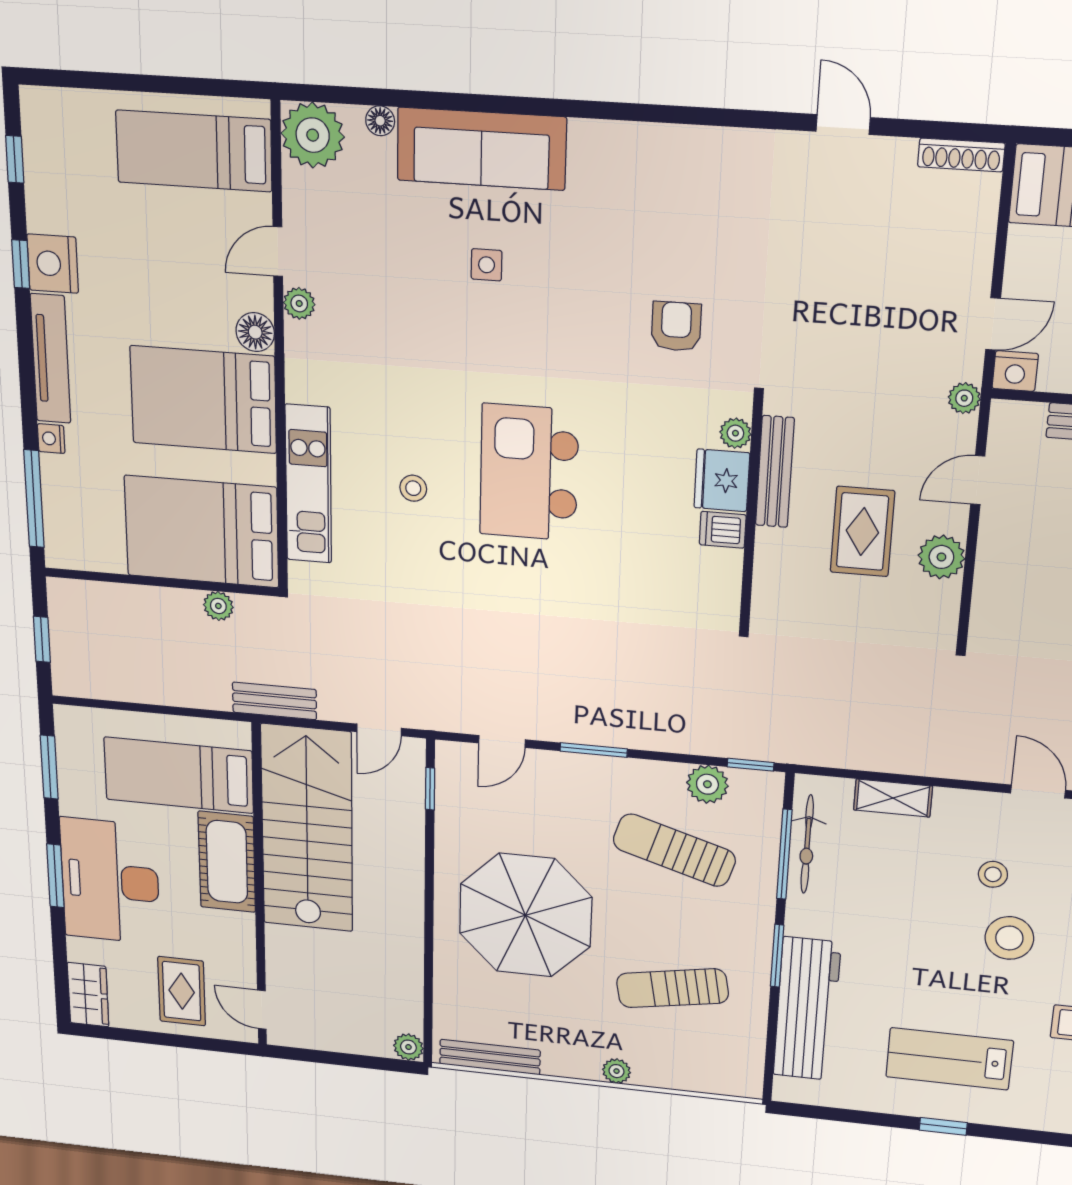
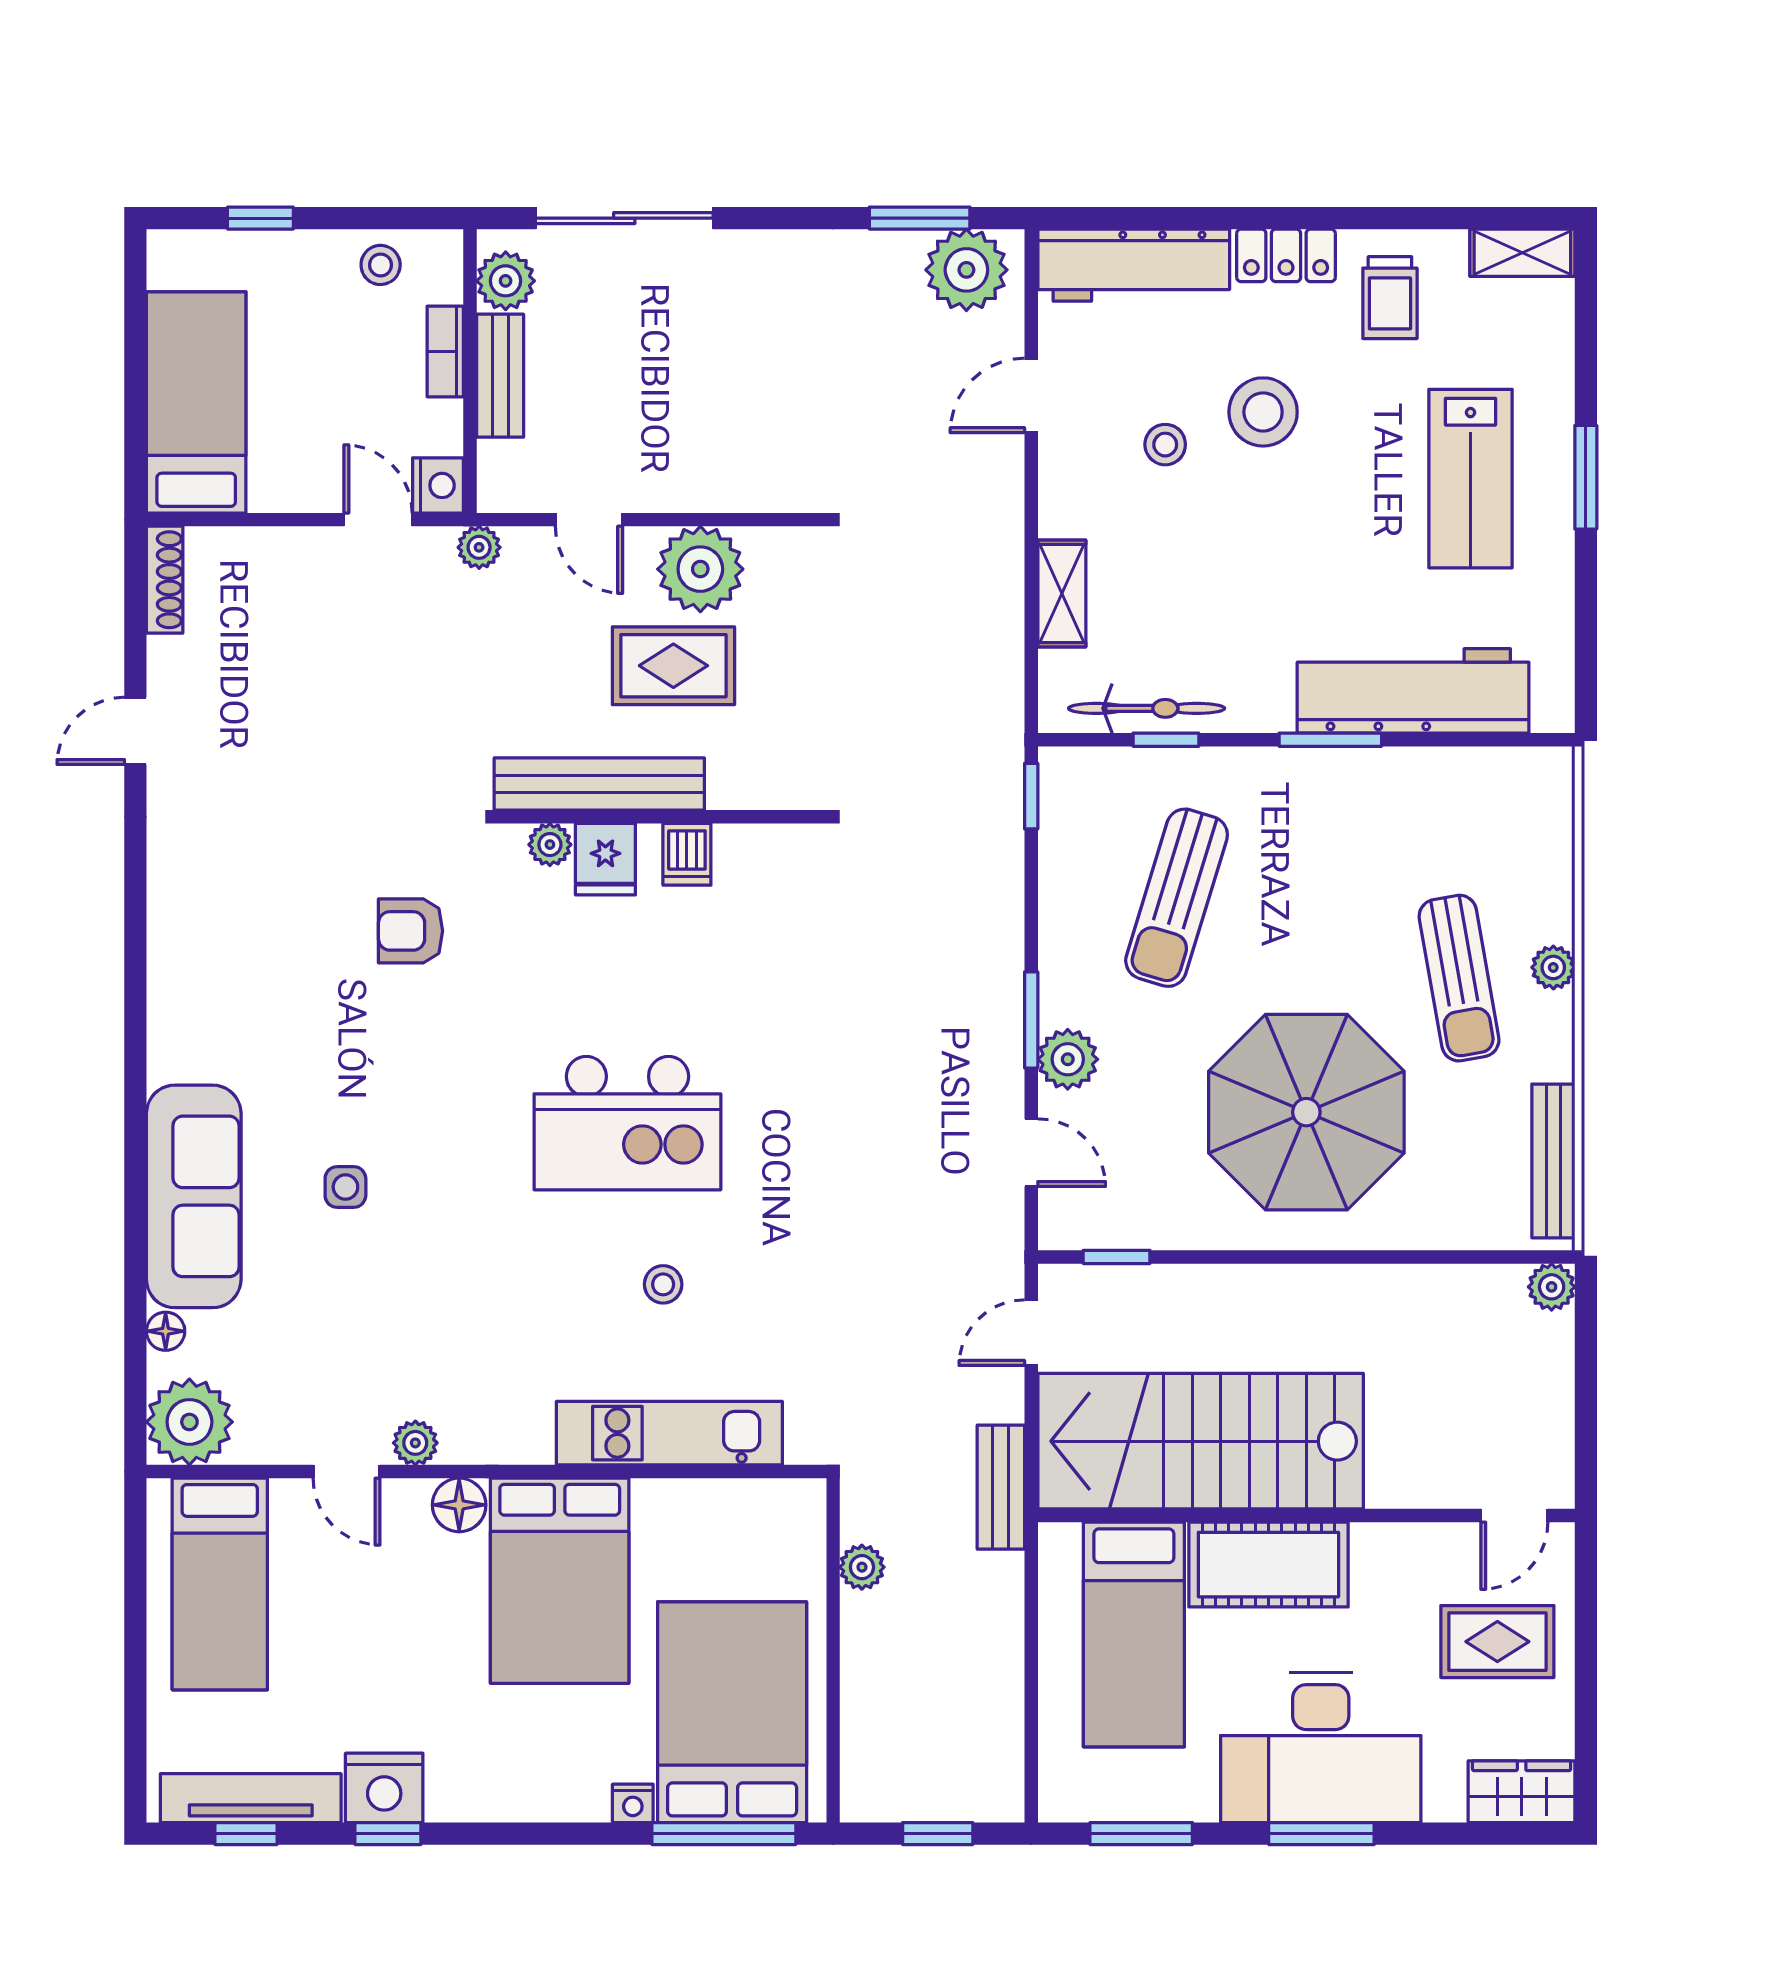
tv unit: (50, 359) -> (251, 1798), moved
bench: (775, 472) -> (599, 784), width x1.37, depth x1.21
fridge: (722, 480) -> (605, 859), width x0.72
bed: (202, 532) -> (732, 1712), moved, turned 180
plant: (941, 557) -> (700, 569), width x1.36, depth x1.36
door: (379, 730) -> (1031, 1333), swing flipped
plant: (707, 784) -> (1068, 1059), moved
window: (784, 854) -> (1166, 740), width x0.46
sun lounger: (672, 988) -> (1459, 978), moved
window: (943, 1126) -> (1586, 477), width x1.50

